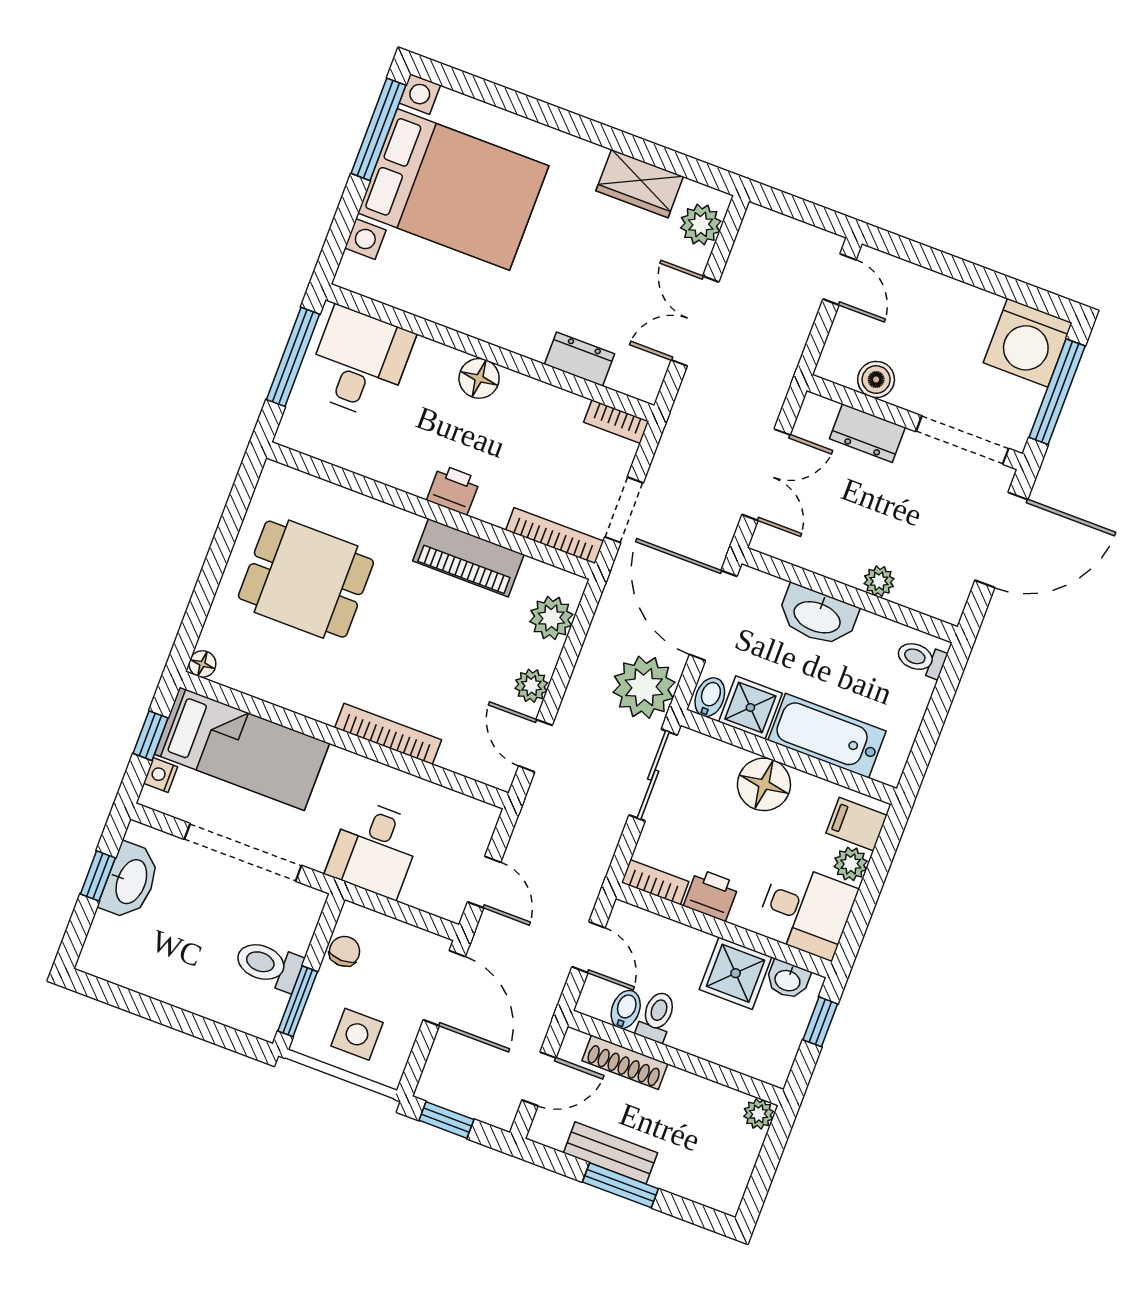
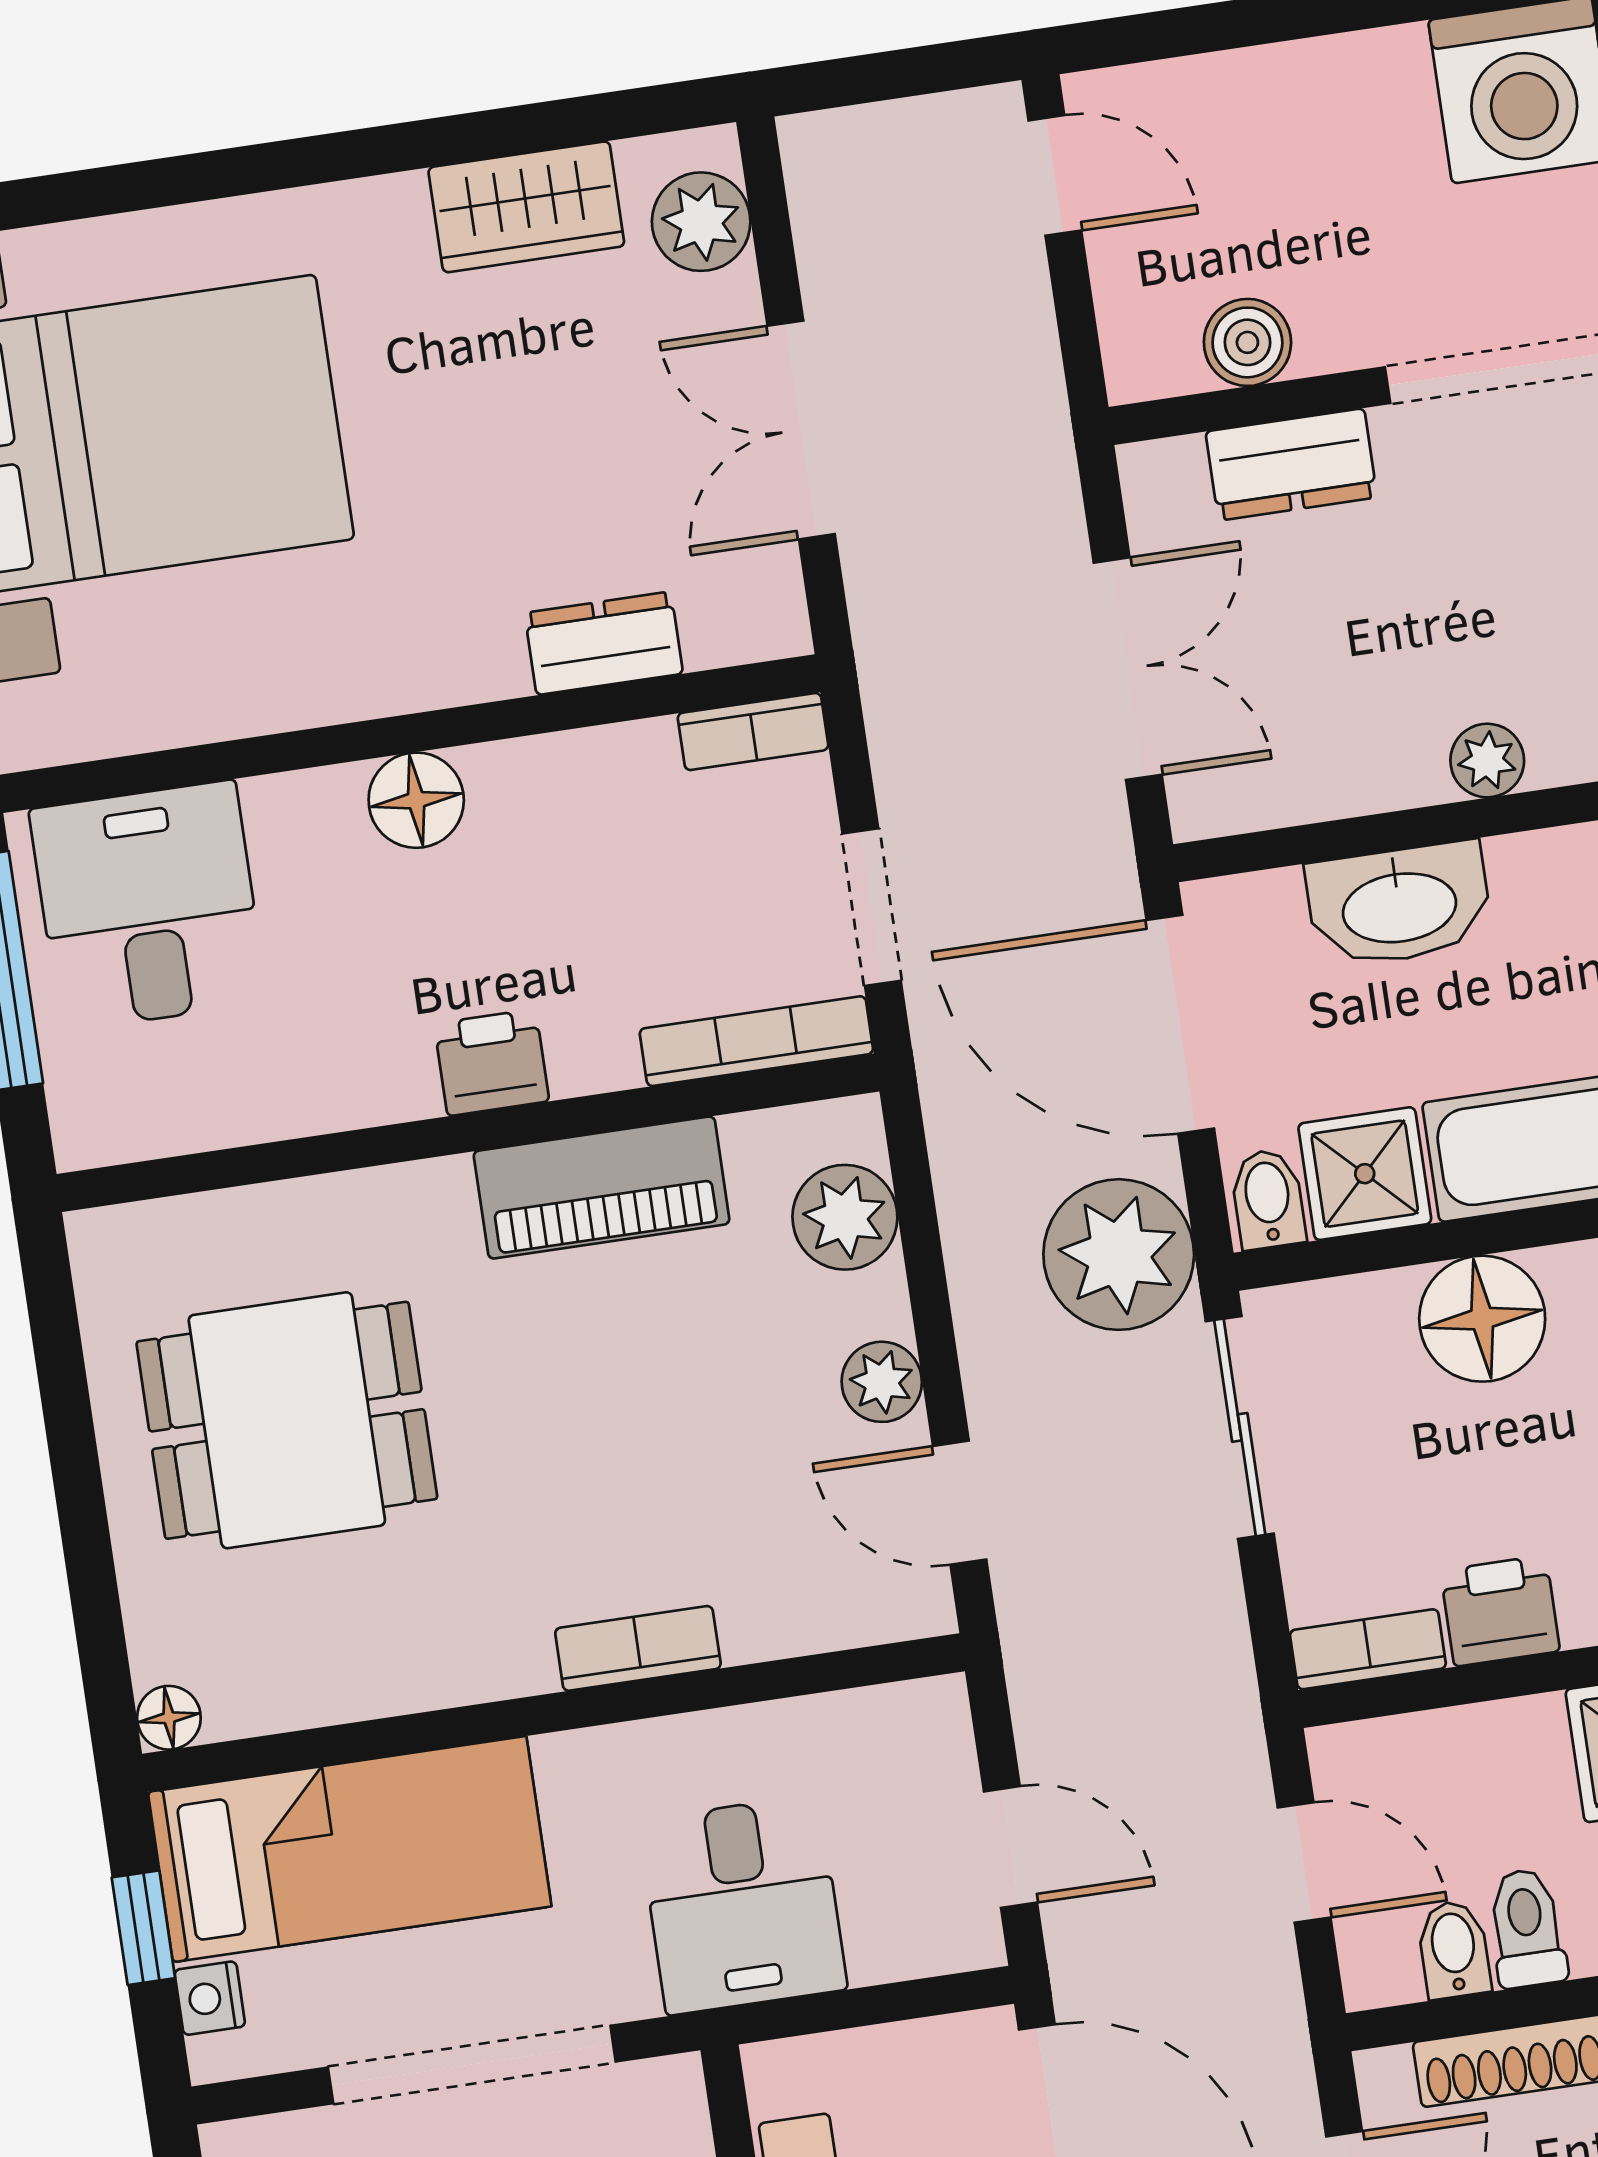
bookcase: (388, 734) -> (638, 1648), width x0.64

